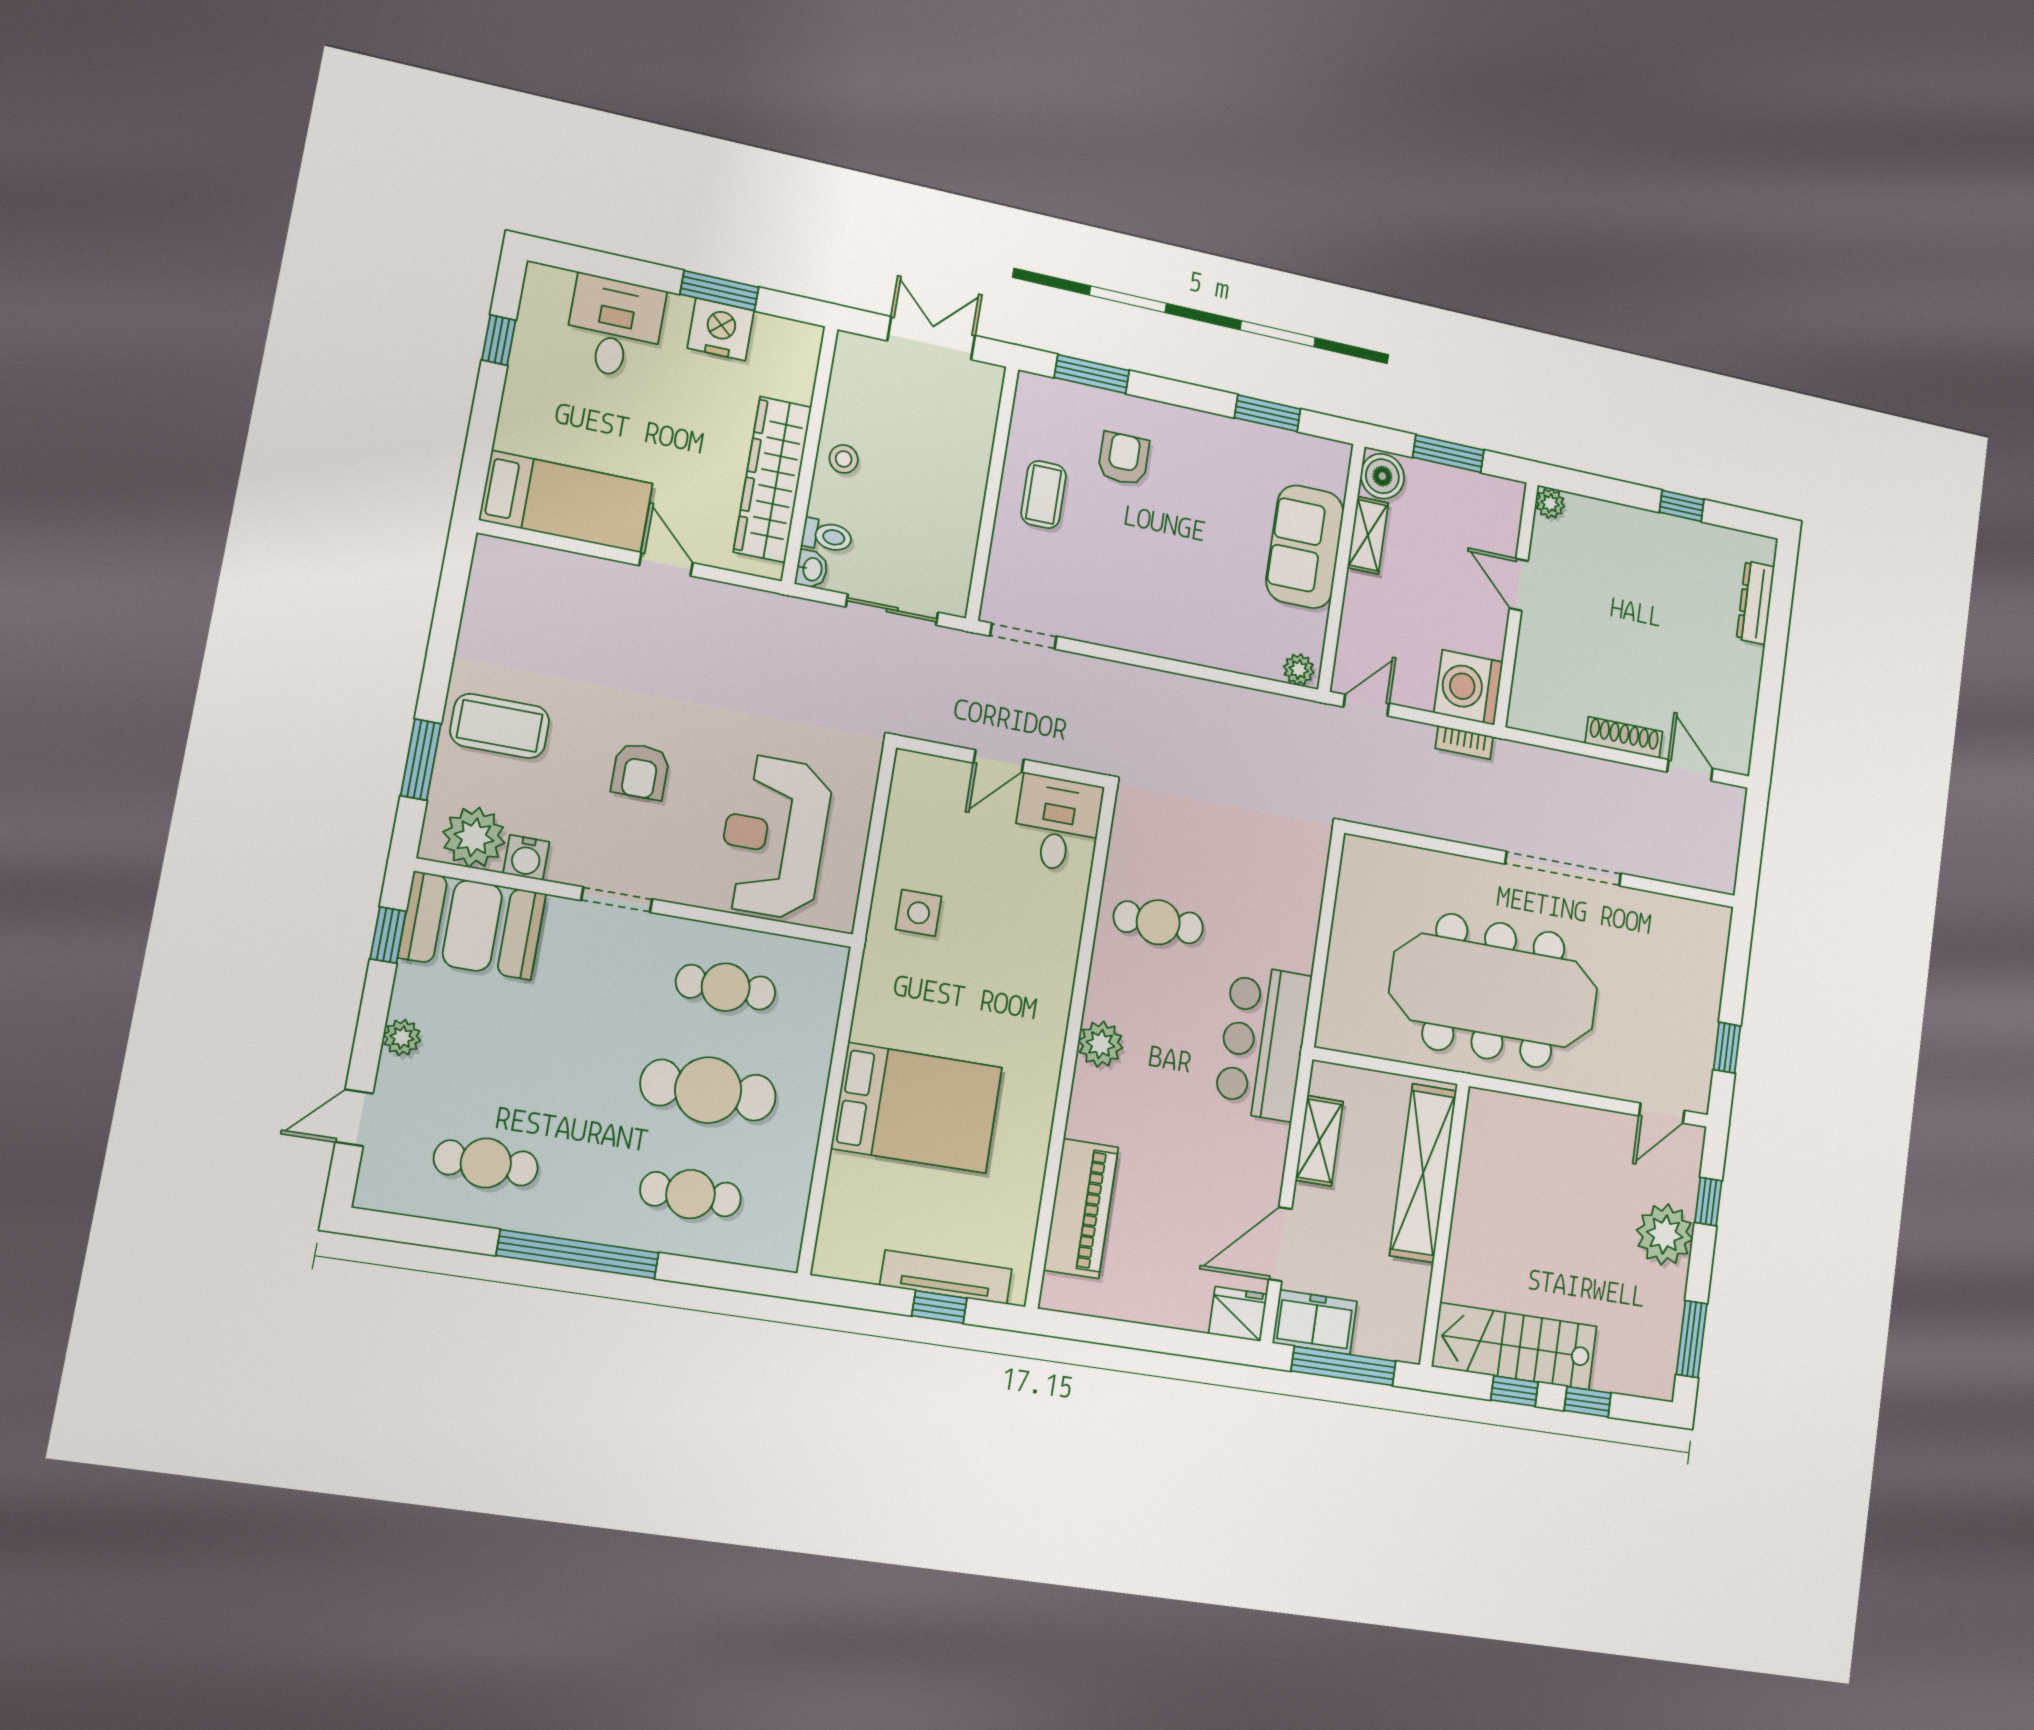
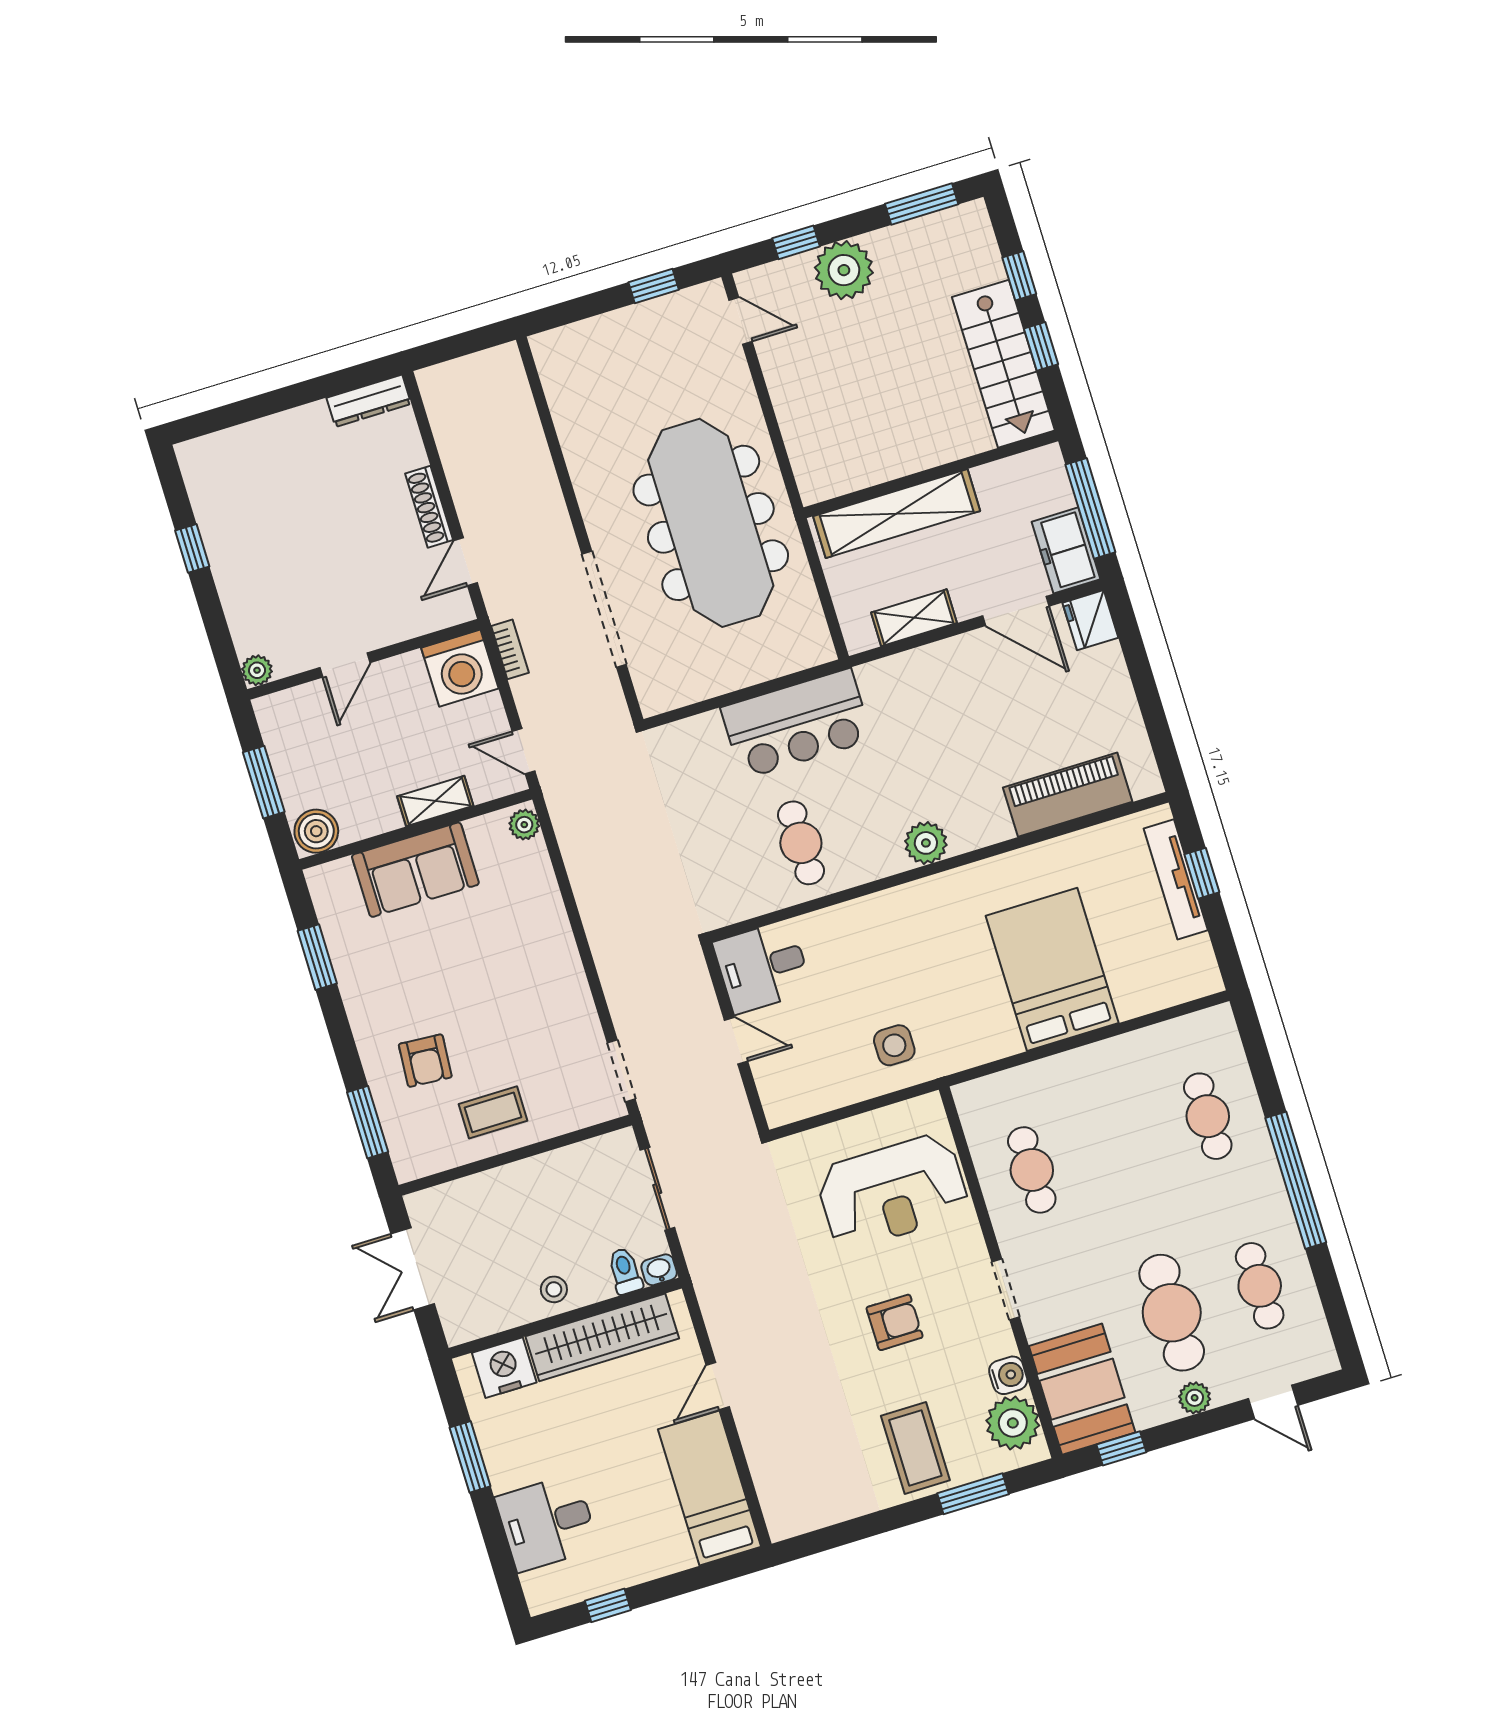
nightstand: (721, 329) -> (504, 1368), moved, turned 90
armchair: (1124, 459) -> (425, 1061), turned -86
shelving: (1368, 535) -> (435, 801), moved
dresser: (1755, 603) -> (369, 401), moved
door: (1690, 770) -> (466, 562), moved
doorway: (1563, 869) -> (604, 609), moved
bar counter: (1263, 1042) -> (796, 724), moved
cafe table: (708, 1090) -> (1172, 1313), moved

